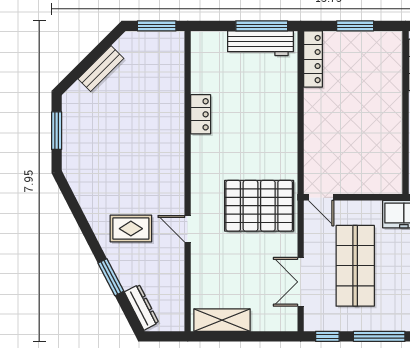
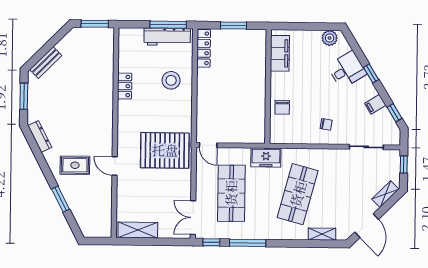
bench: (101, 69) -> (46, 63), moved
stool: (267, 105) -> (171, 80), added
double door: (301, 282) -> (193, 218), moved
dresser: (142, 307) -> (40, 137), moved

